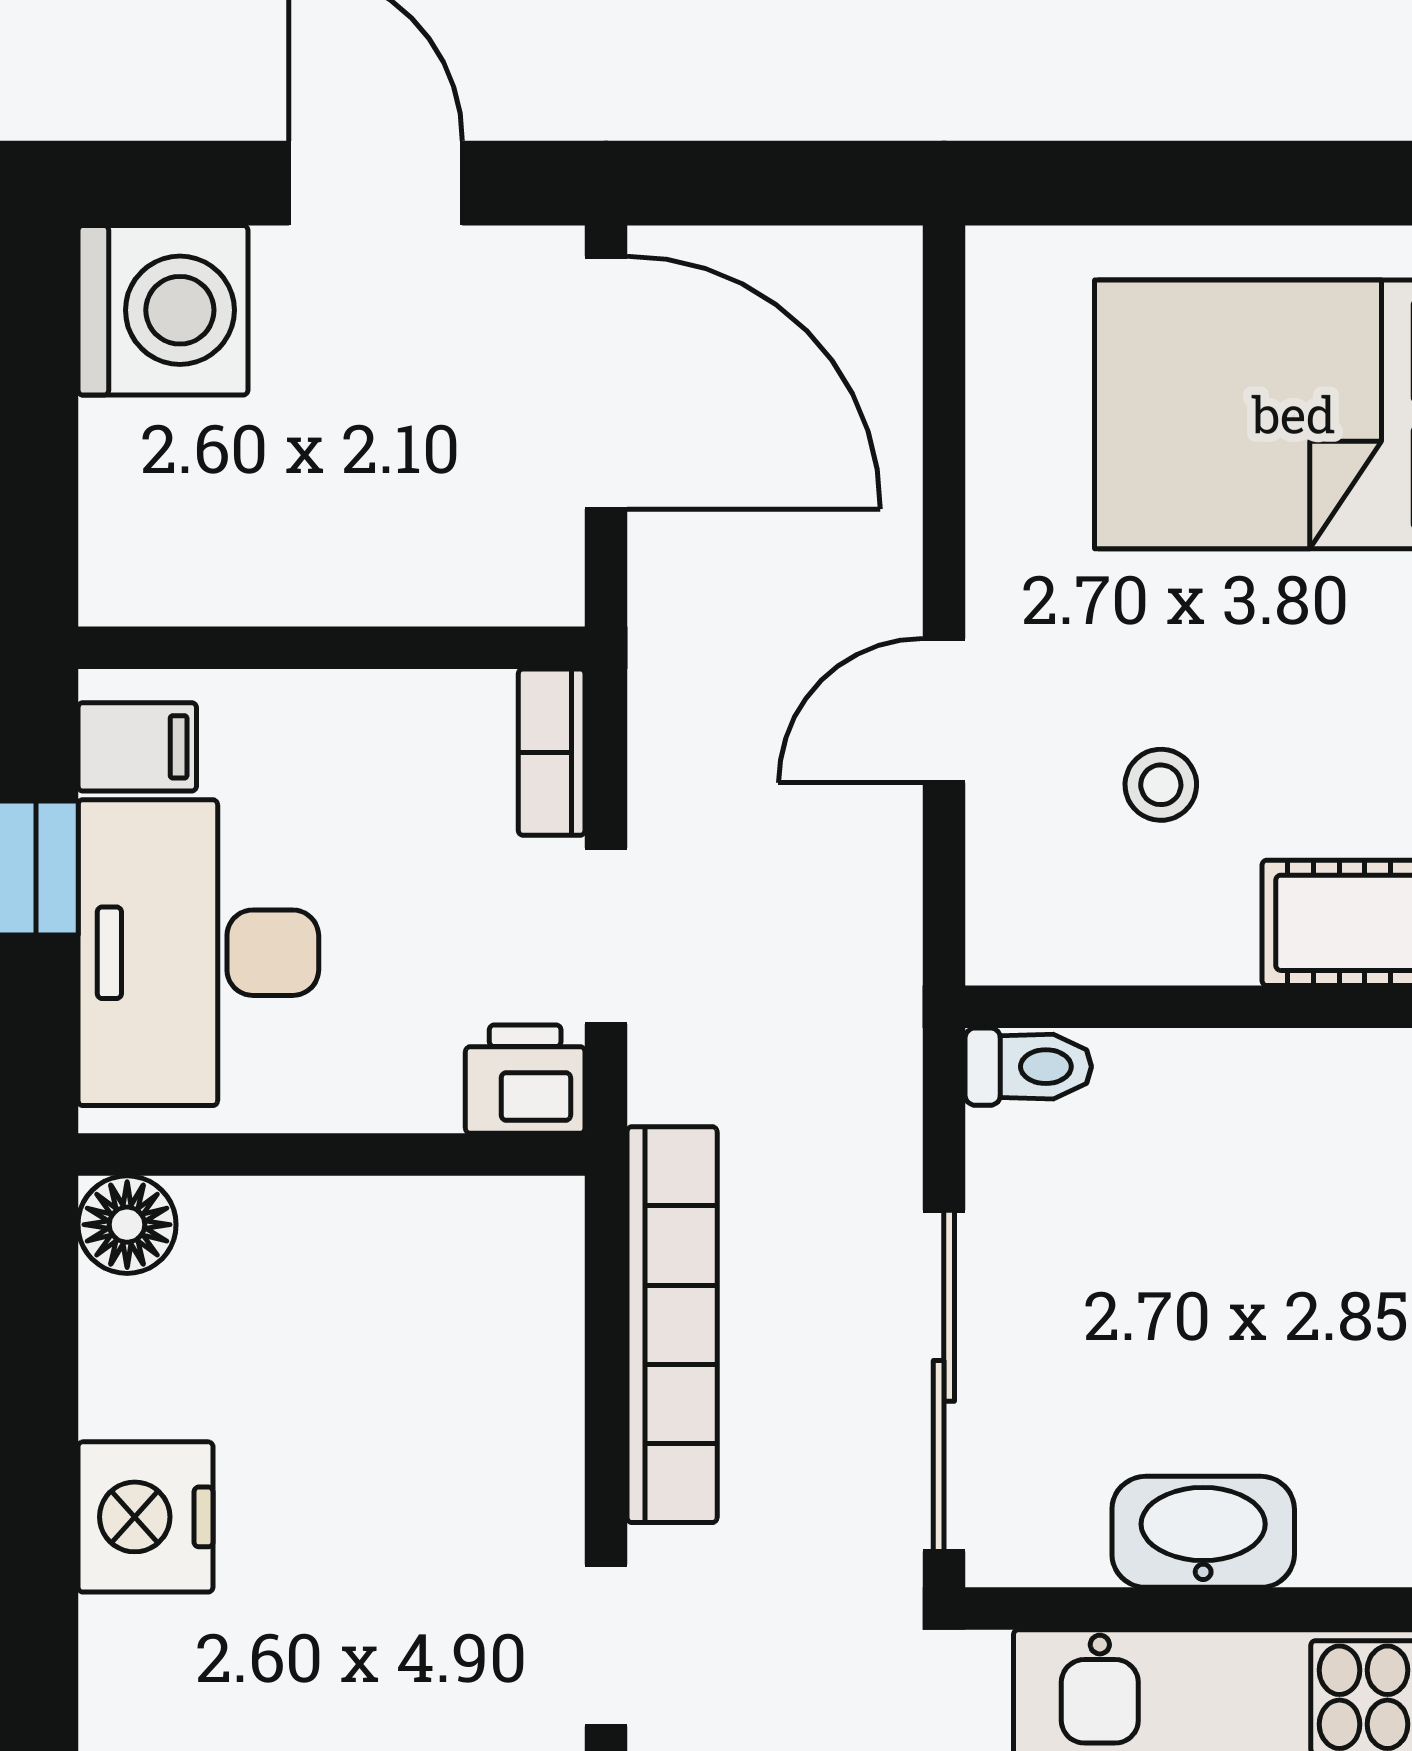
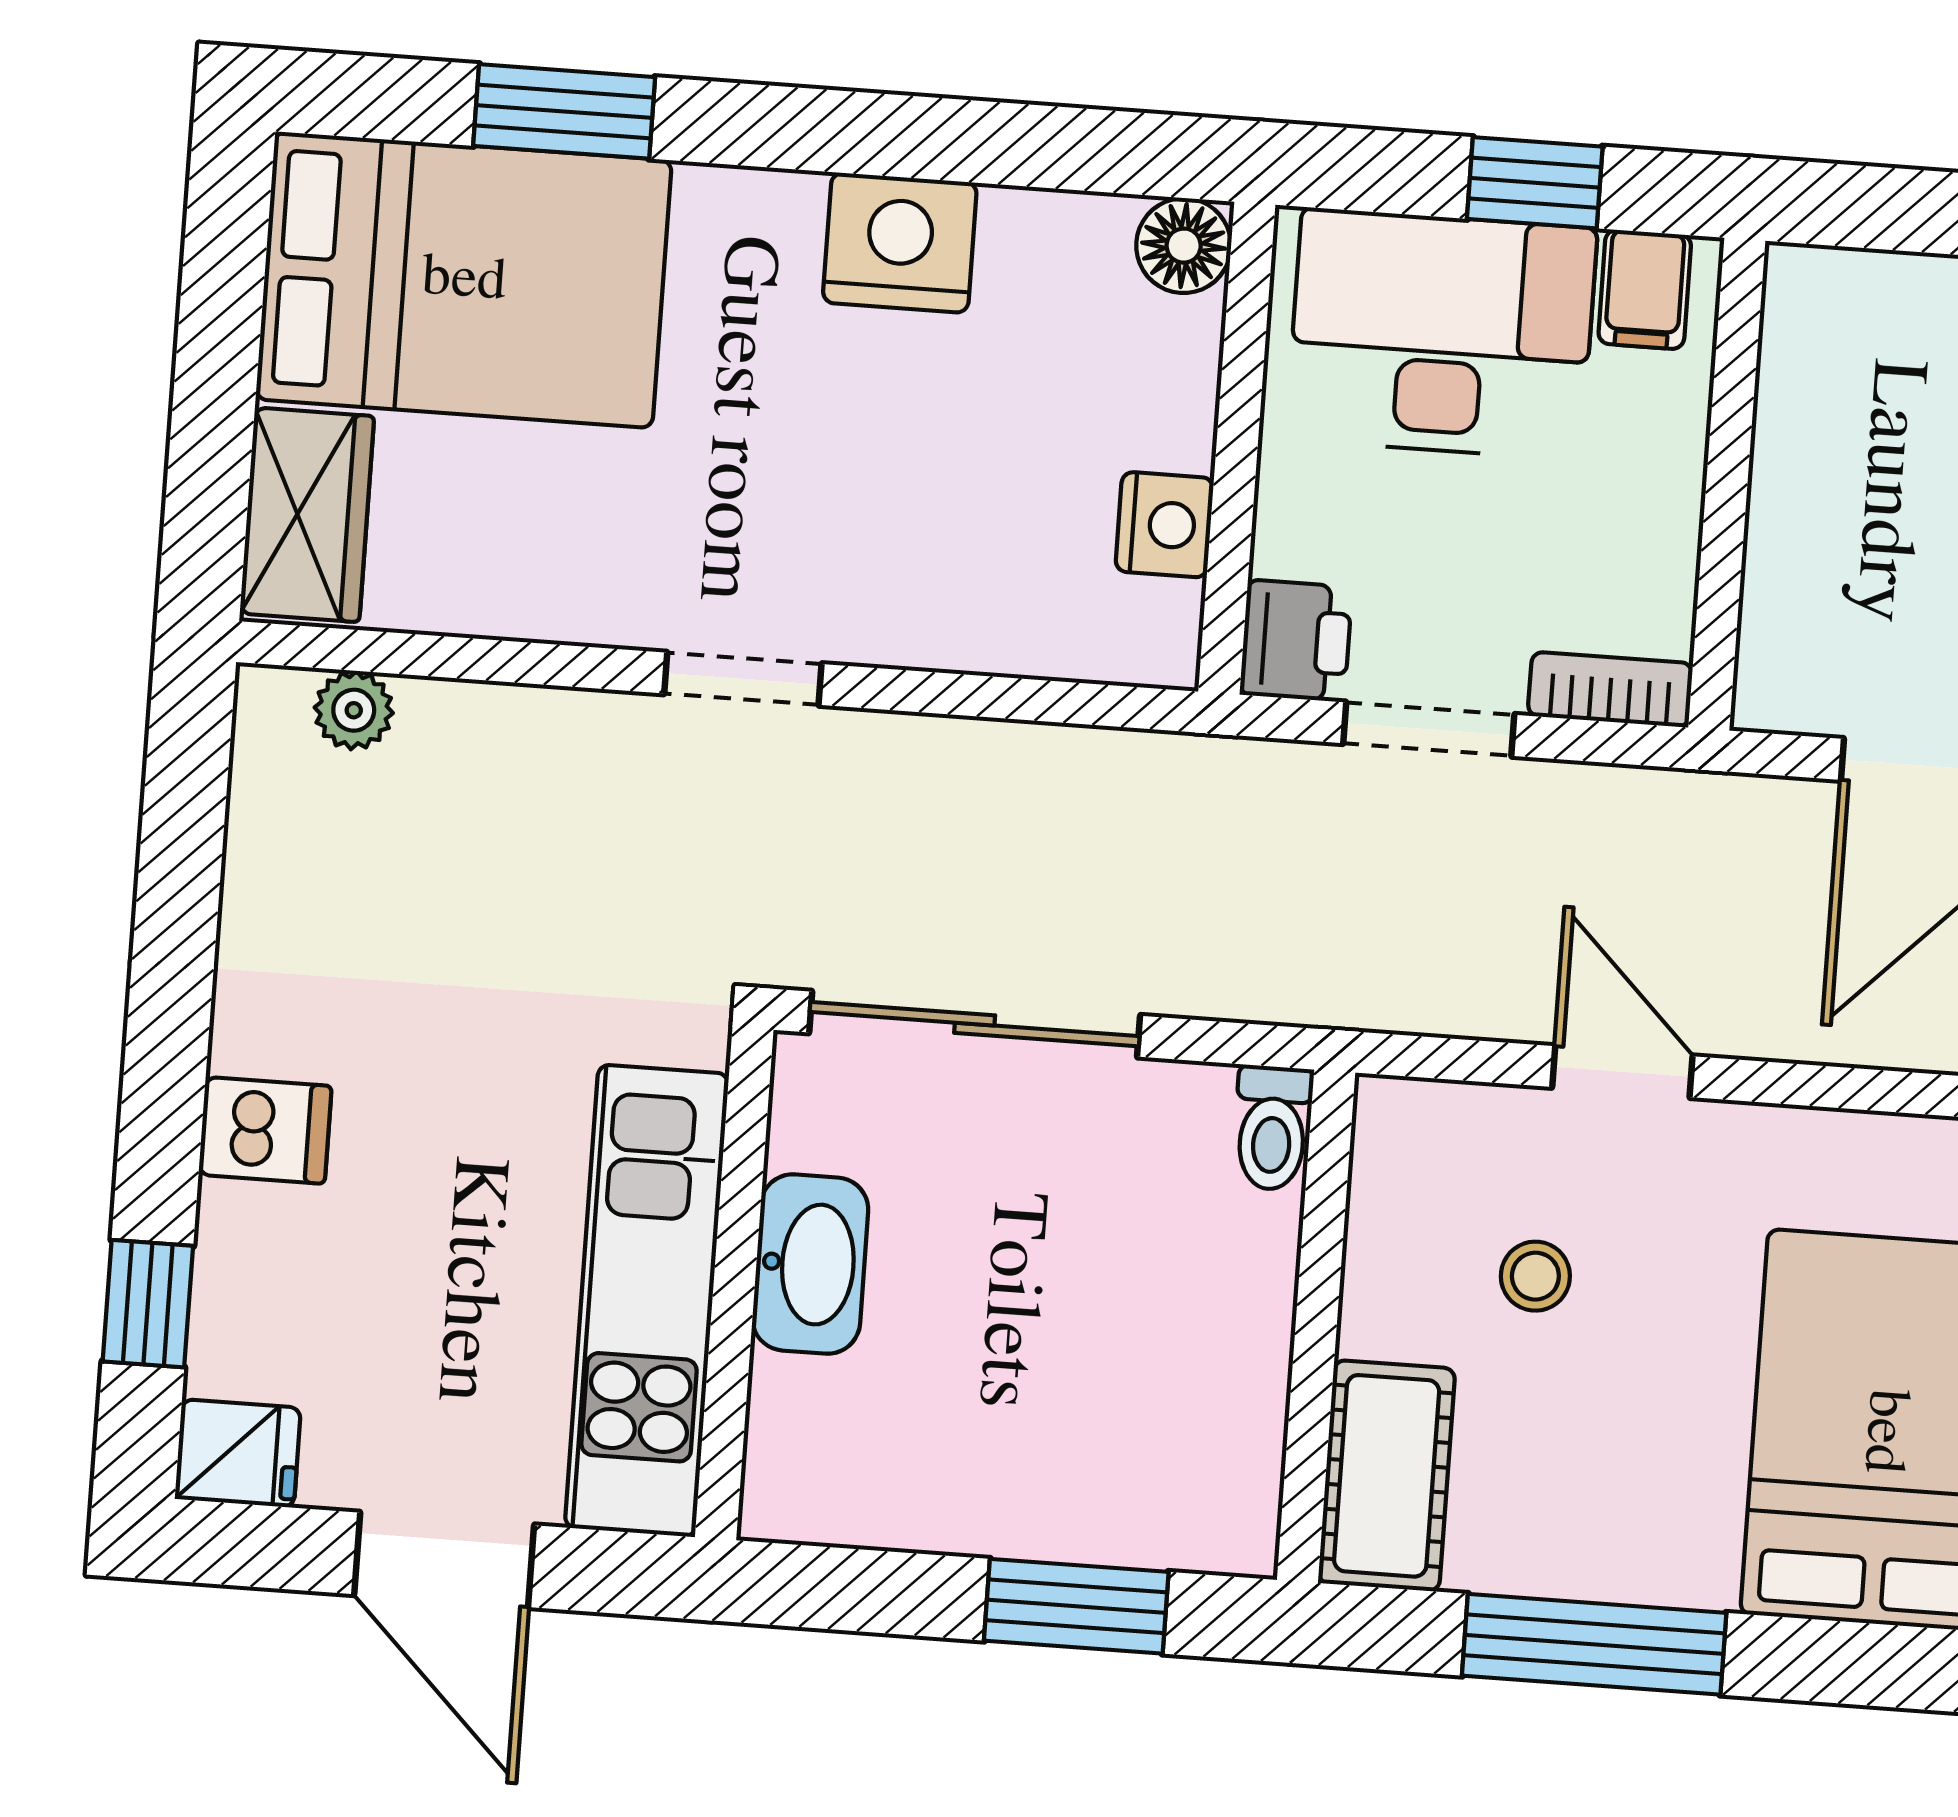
nightstand: (416, 1223) -> (1165, 525), added
bookcase: (672, 1325) -> (1048, 765), removed

